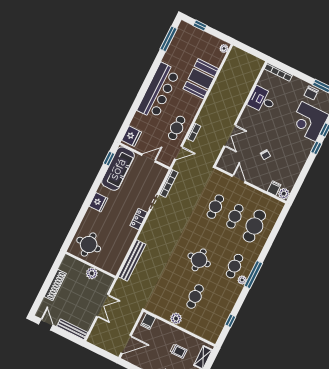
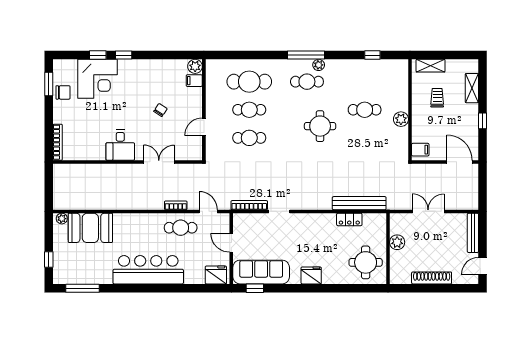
booth: (201, 79) -> (90, 228), moved
desk: (262, 100) -> (120, 145), moved
locker: (139, 219) -> (349, 219), moved

